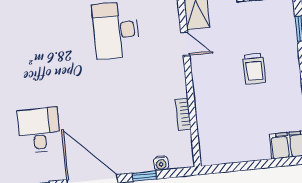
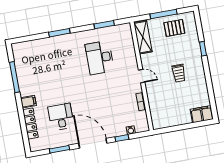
door: (185, 44) -> (142, 76), moved

